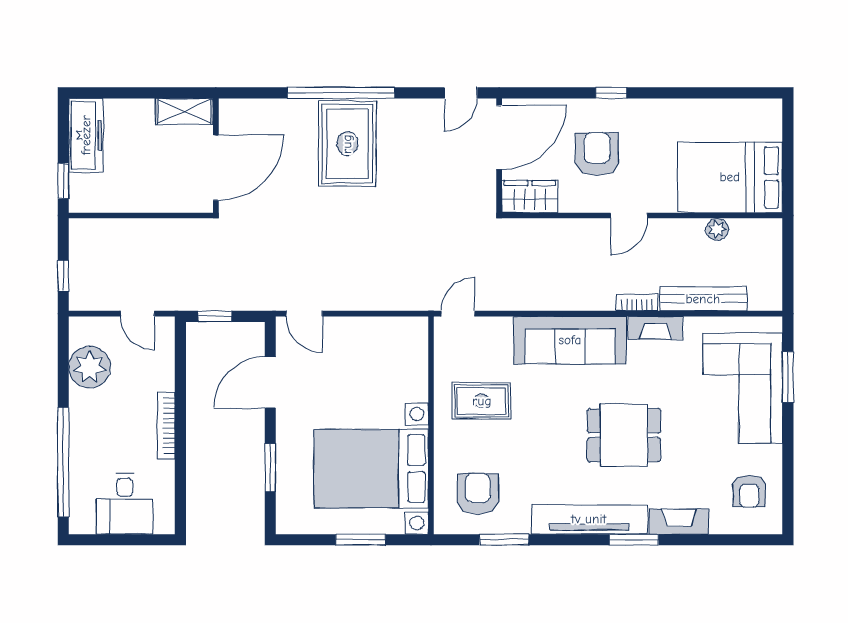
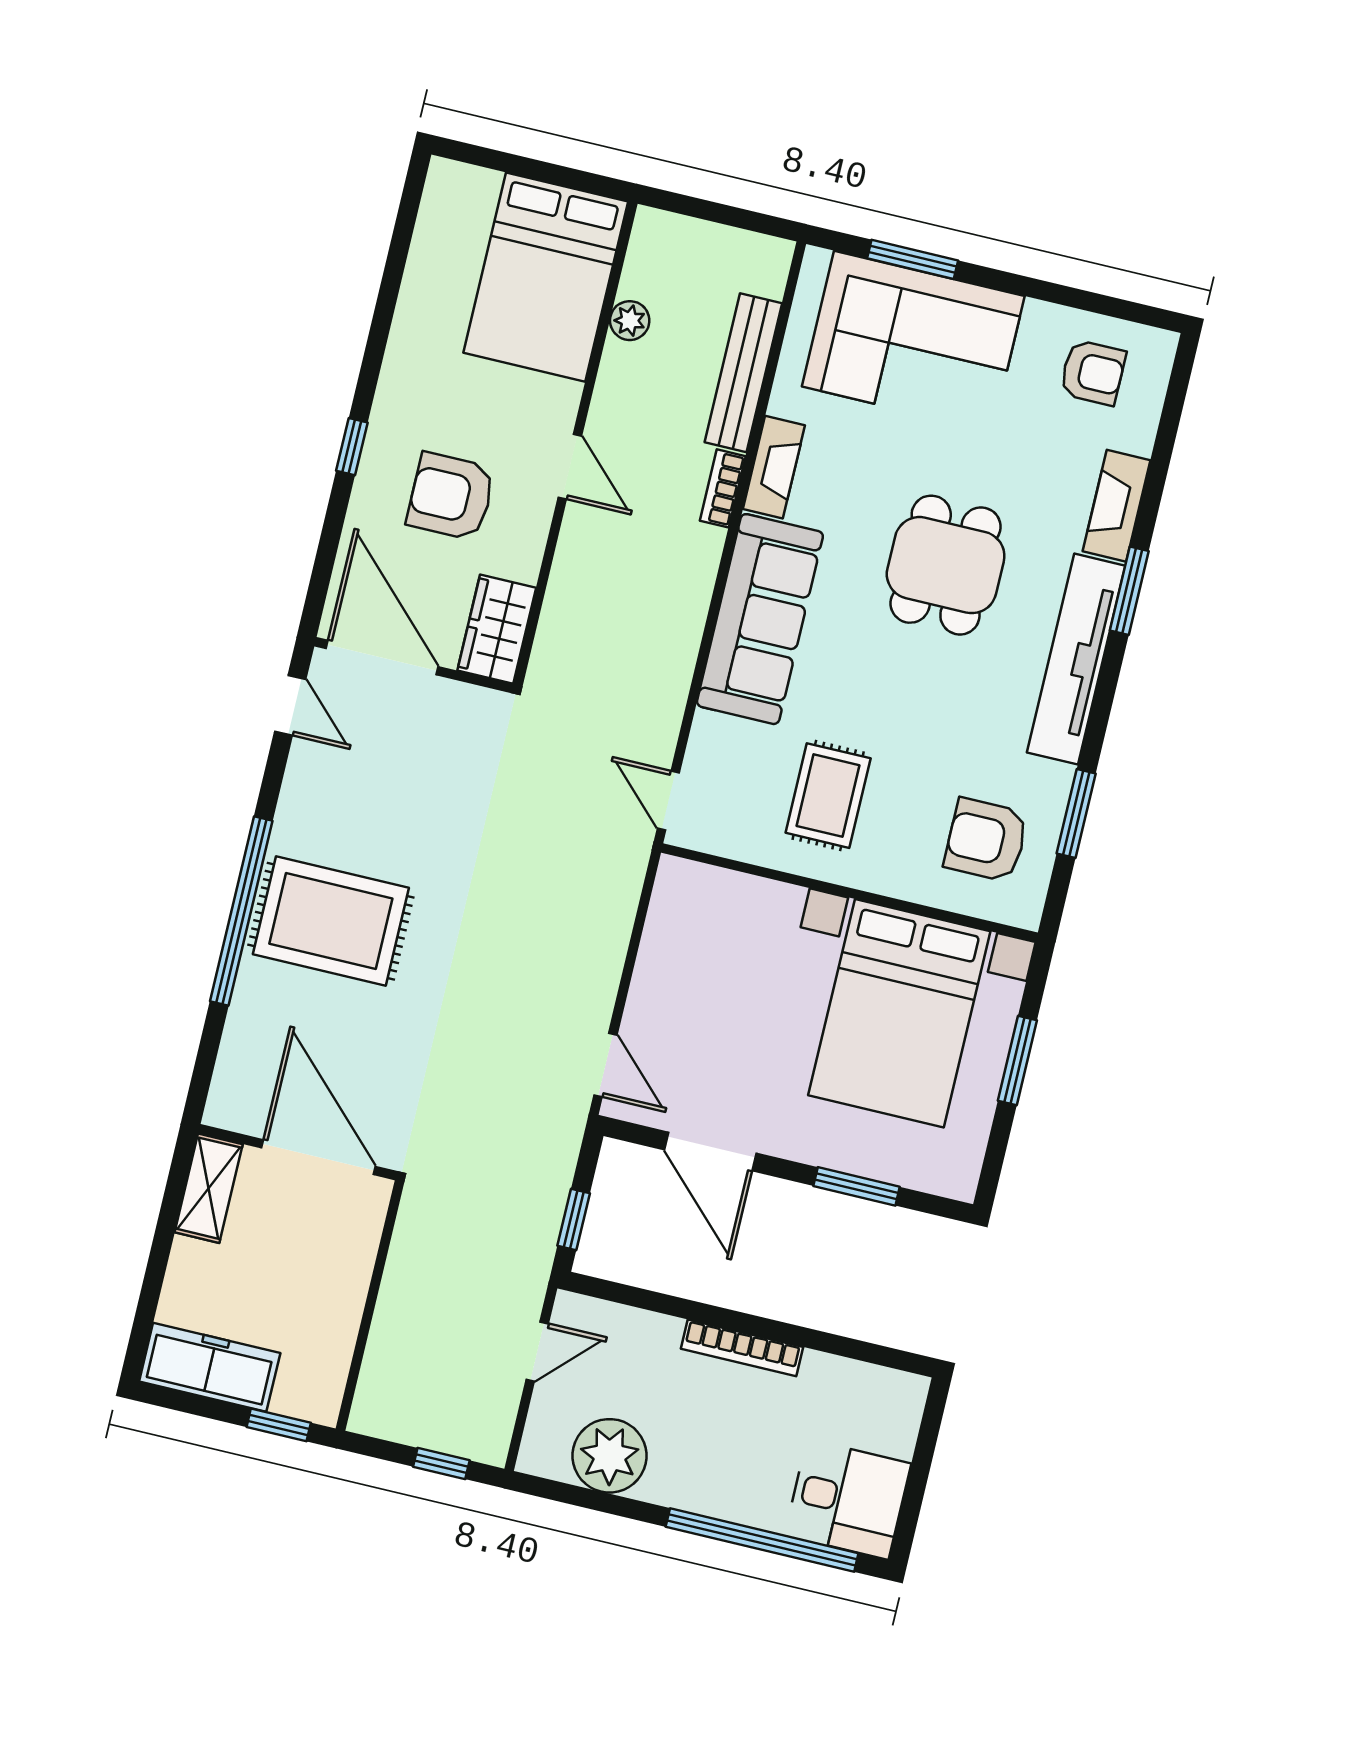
door: (304, 314) -> (605, 1065), hinge flipped
desk: (125, 504) -> (848, 1499), moved

